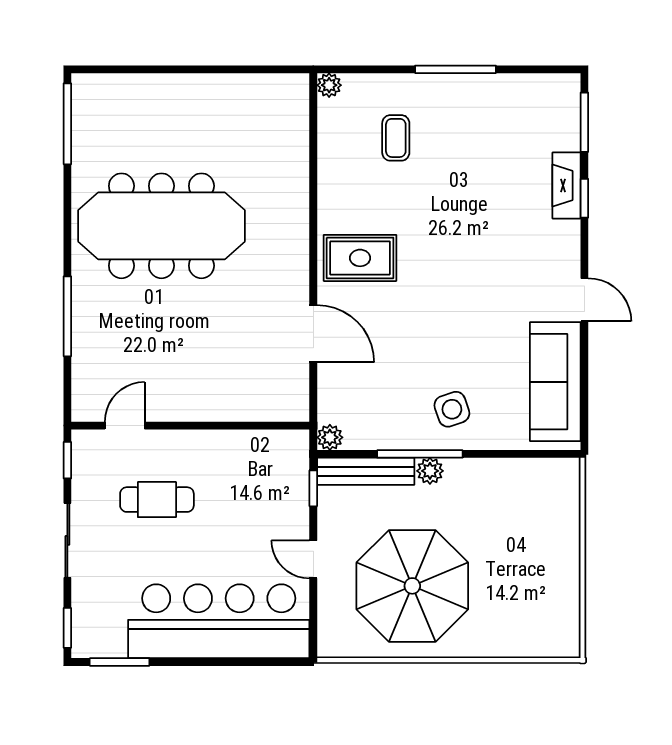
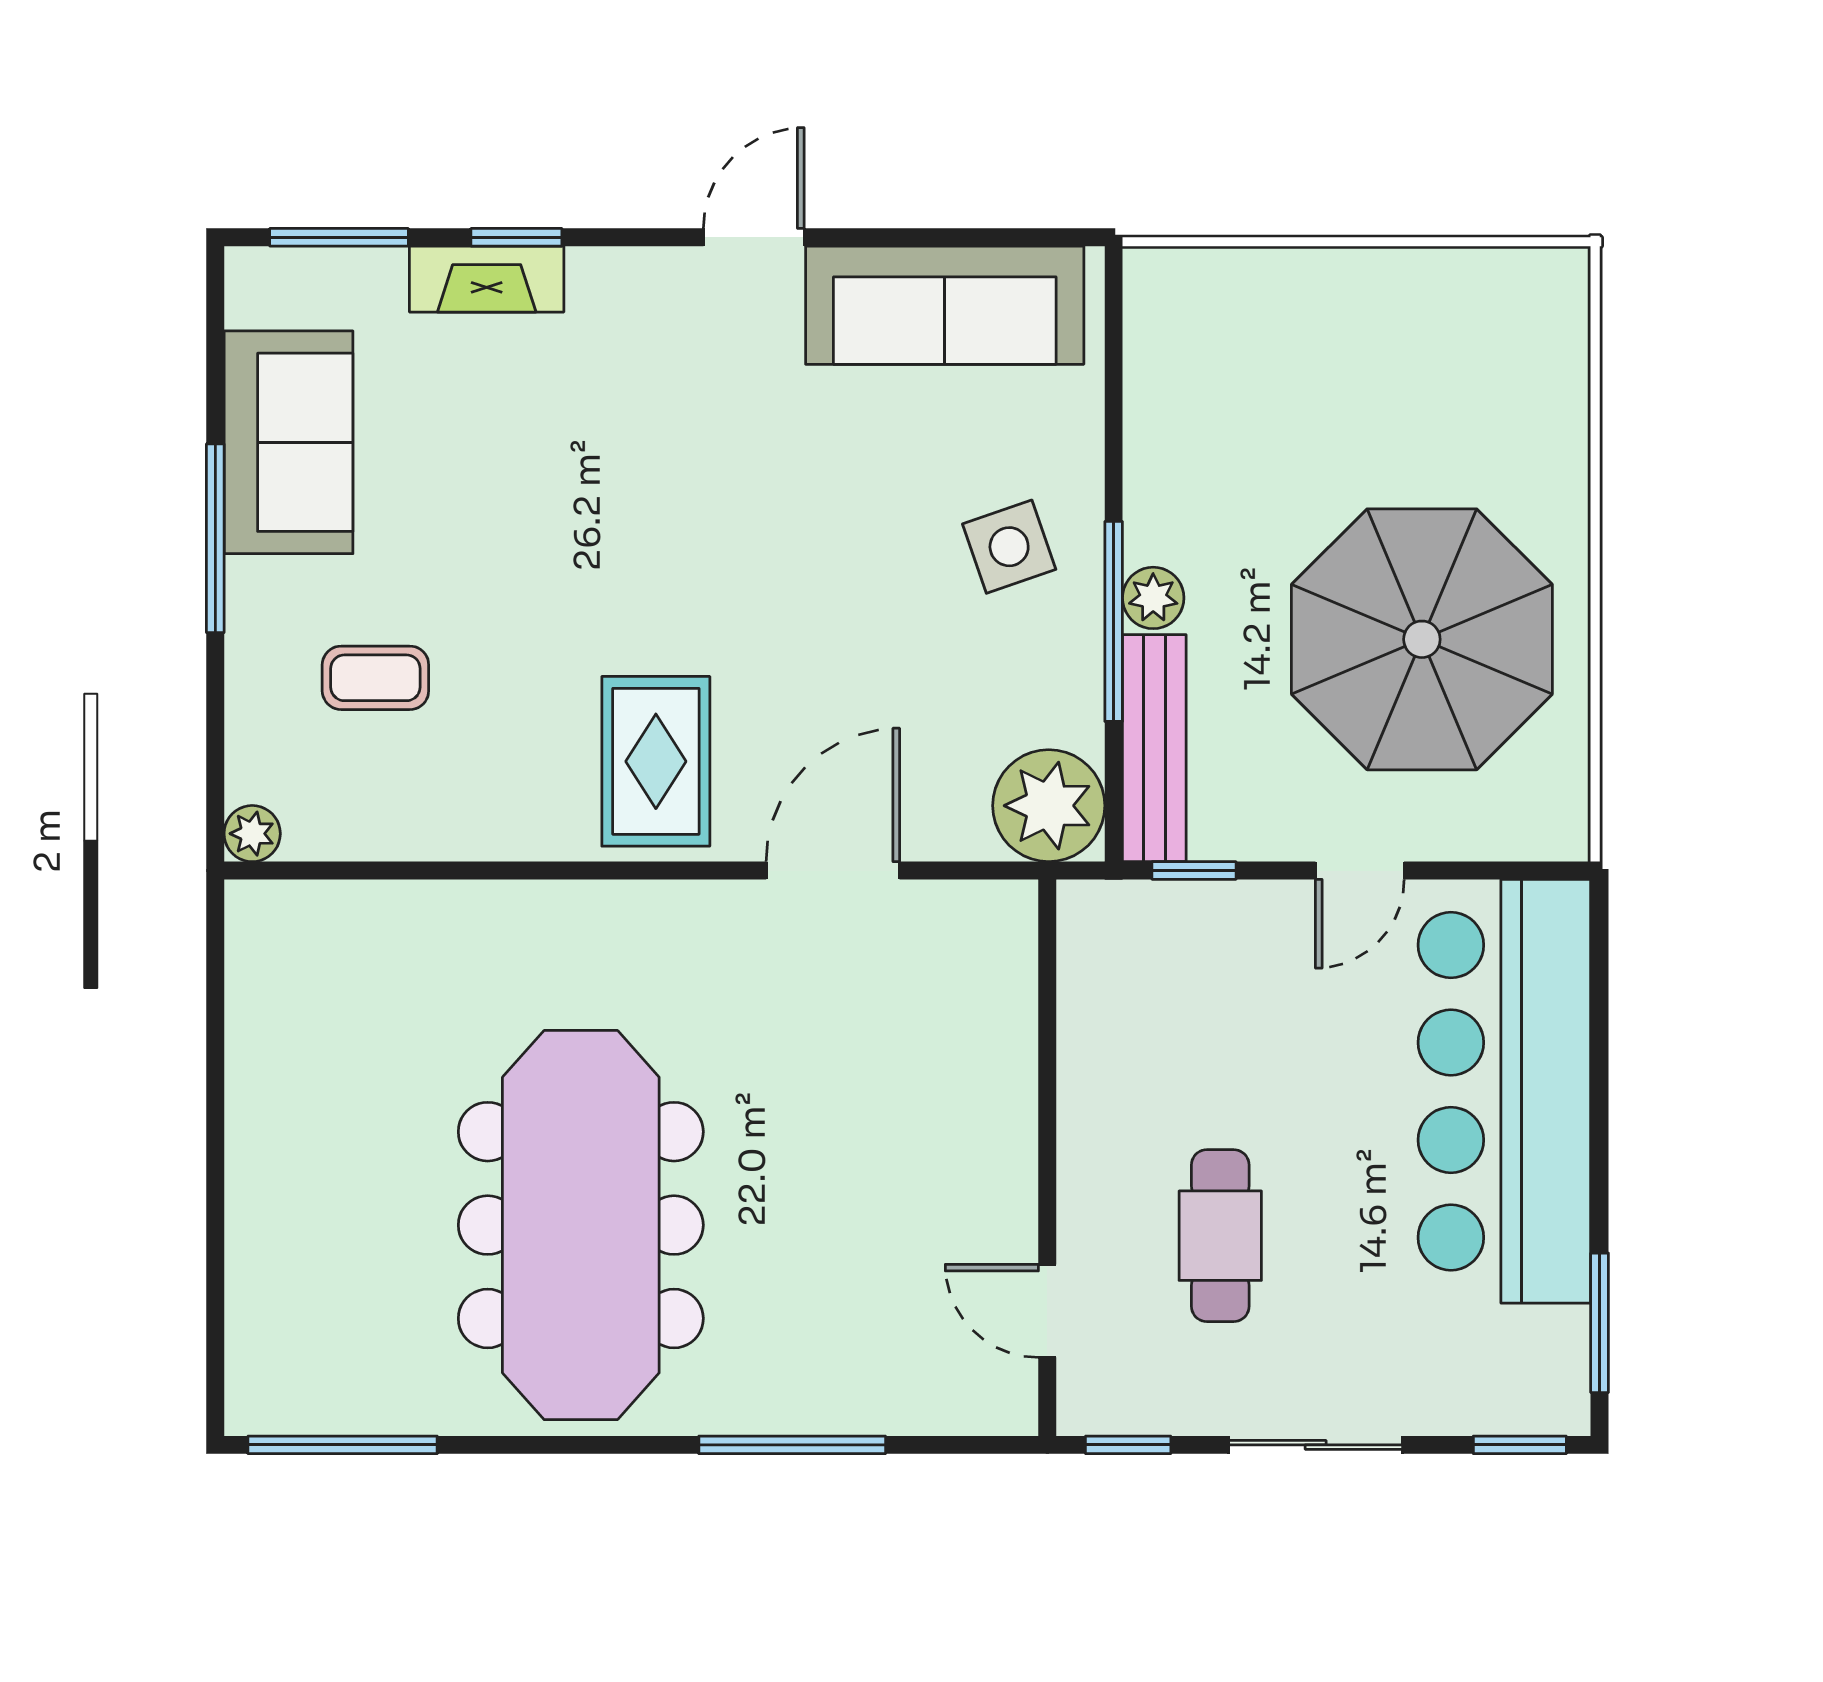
sofa: (497, 101) -> (288, 442), added
plant: (330, 437) -> (1049, 806), width x1.87, depth x1.87

